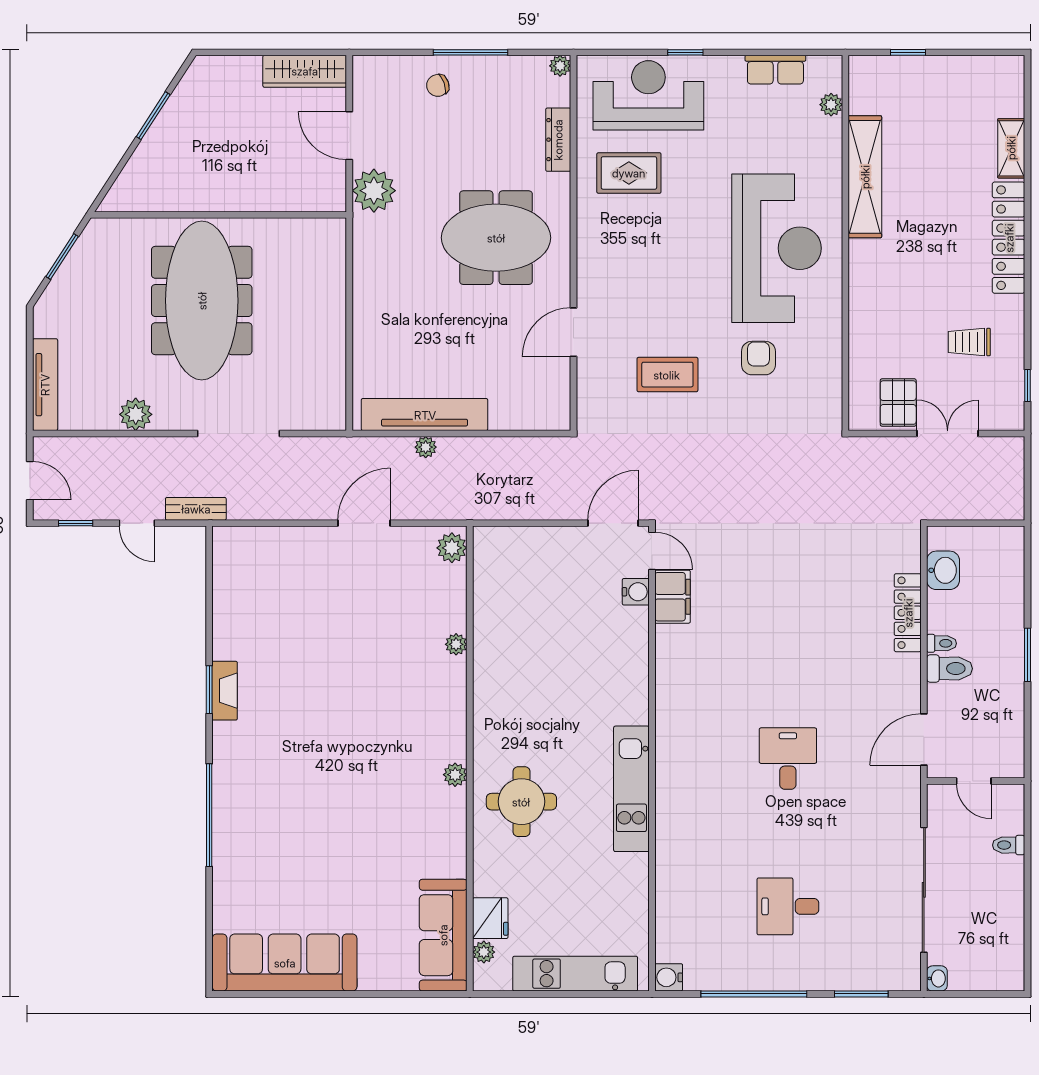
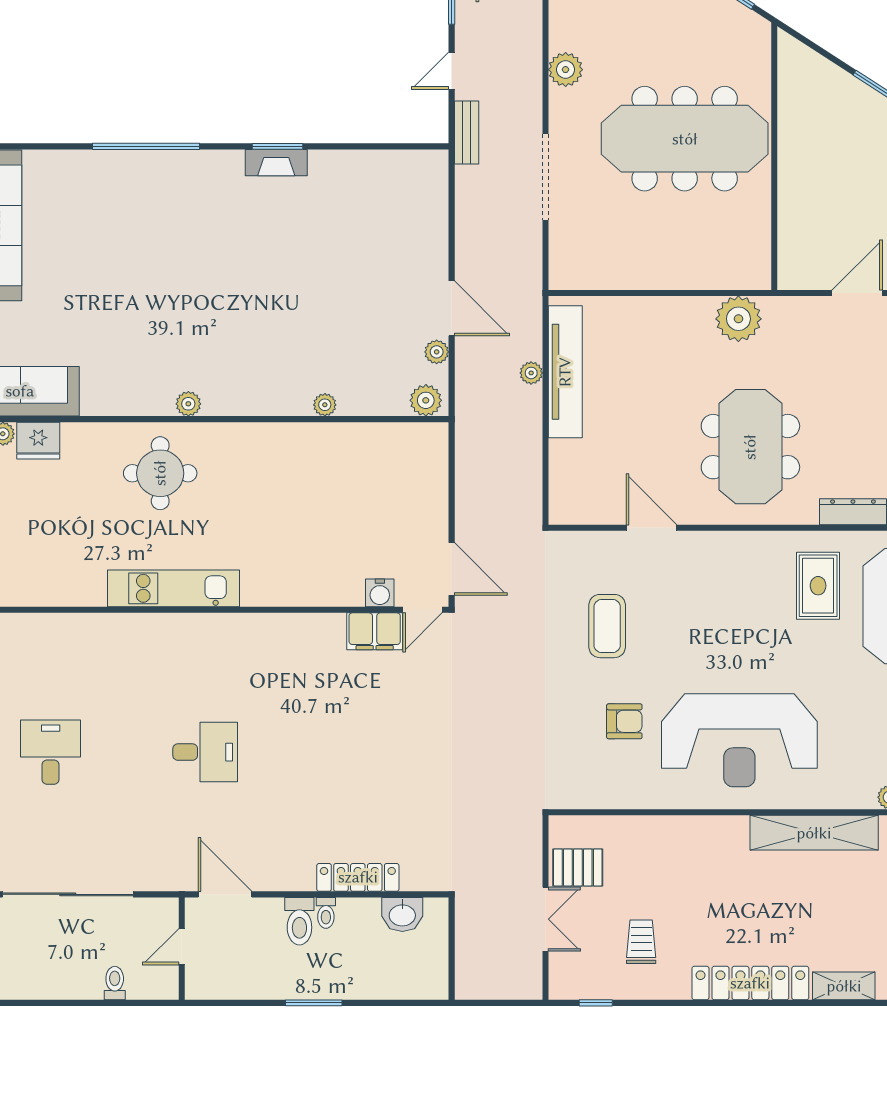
plant: (374, 191) -> (738, 319), moved
plant: (406, 537) -> (437, 352), added

